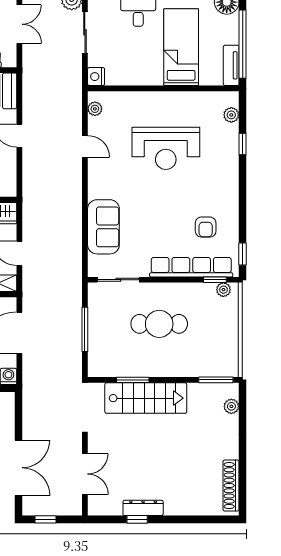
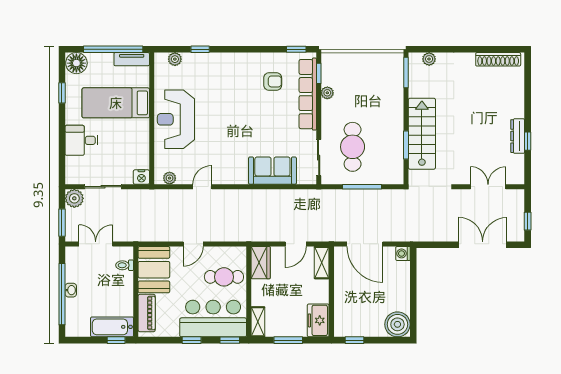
reception desk: (166, 148) -> (176, 119), moved, turned 180
plant: (223, 290) -> (327, 93), moved
cafe table: (159, 324) -> (353, 147), moved

